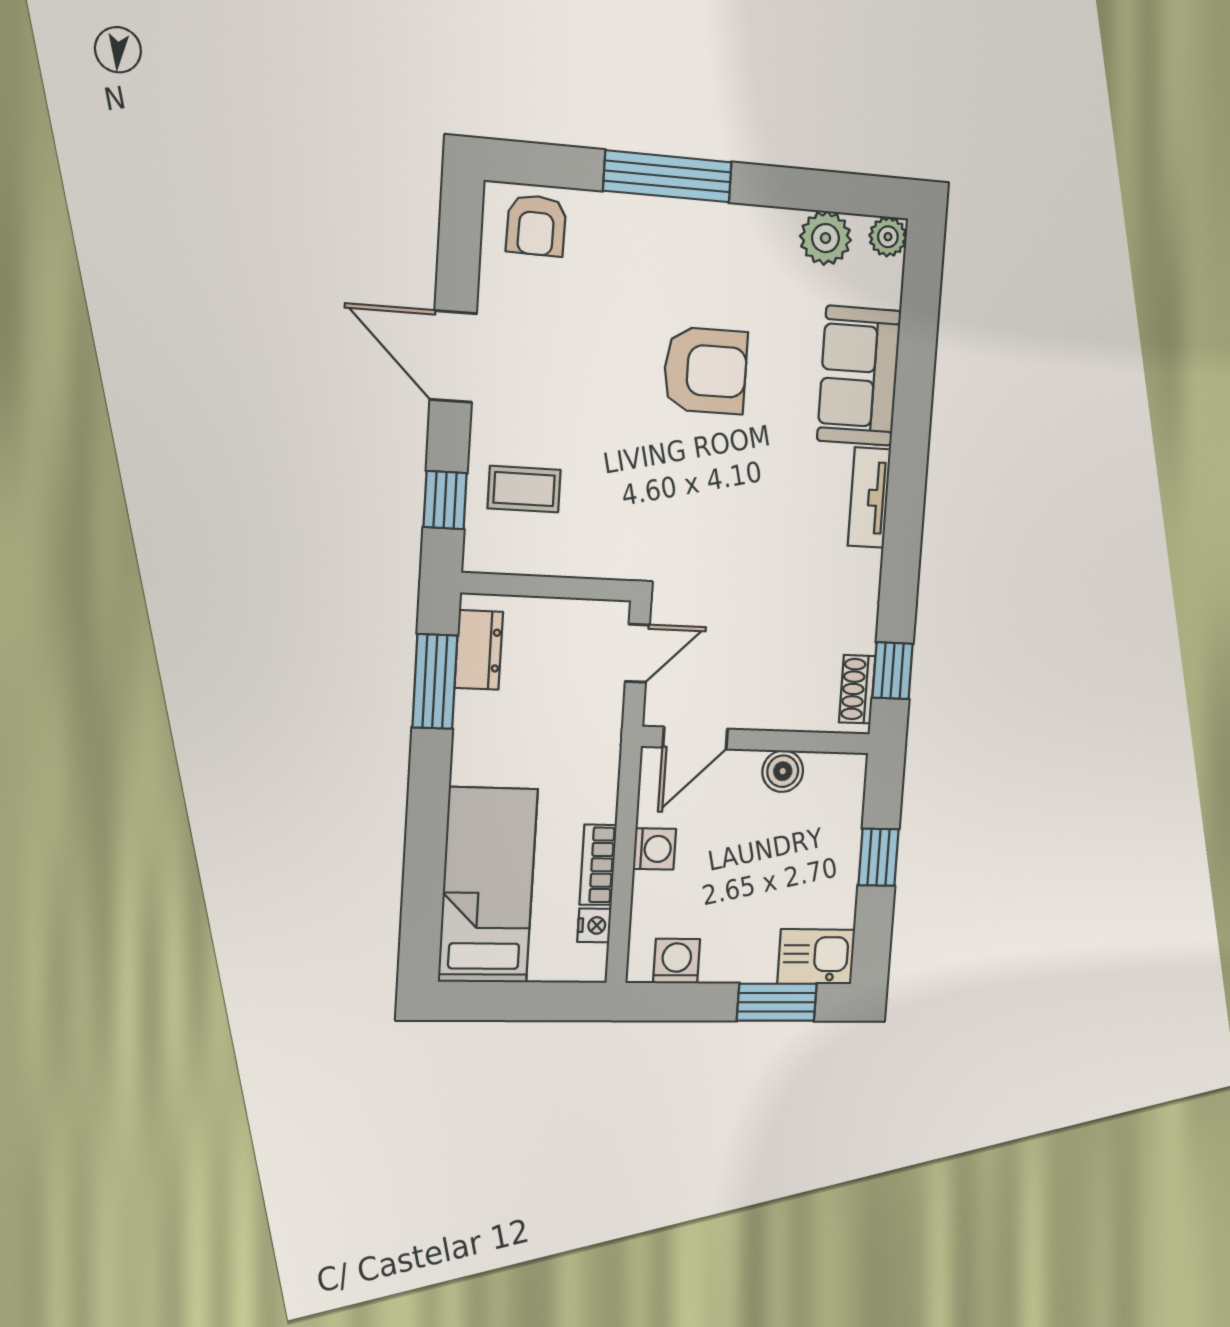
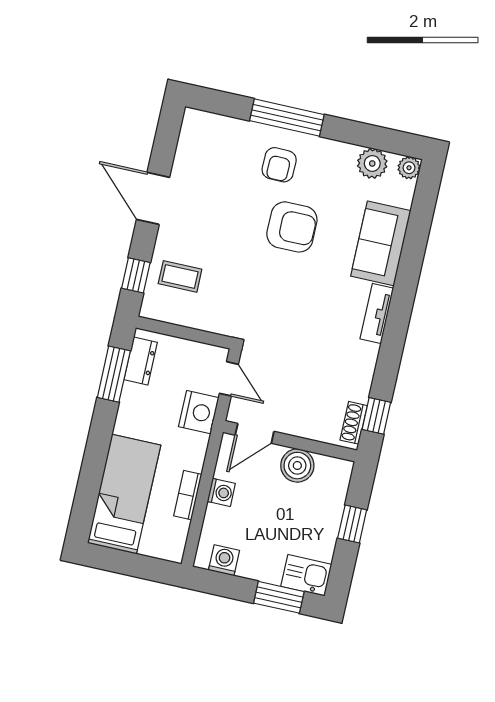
armchair: (536, 225) -> (279, 165), moved
door: (637, 653) -> (229, 379), hinge flipped
boiler: (783, 771) -> (297, 466), width x1.36, depth x1.36
nightstand: (594, 925) -> (199, 412), moved, width x1.89, depth x1.79

